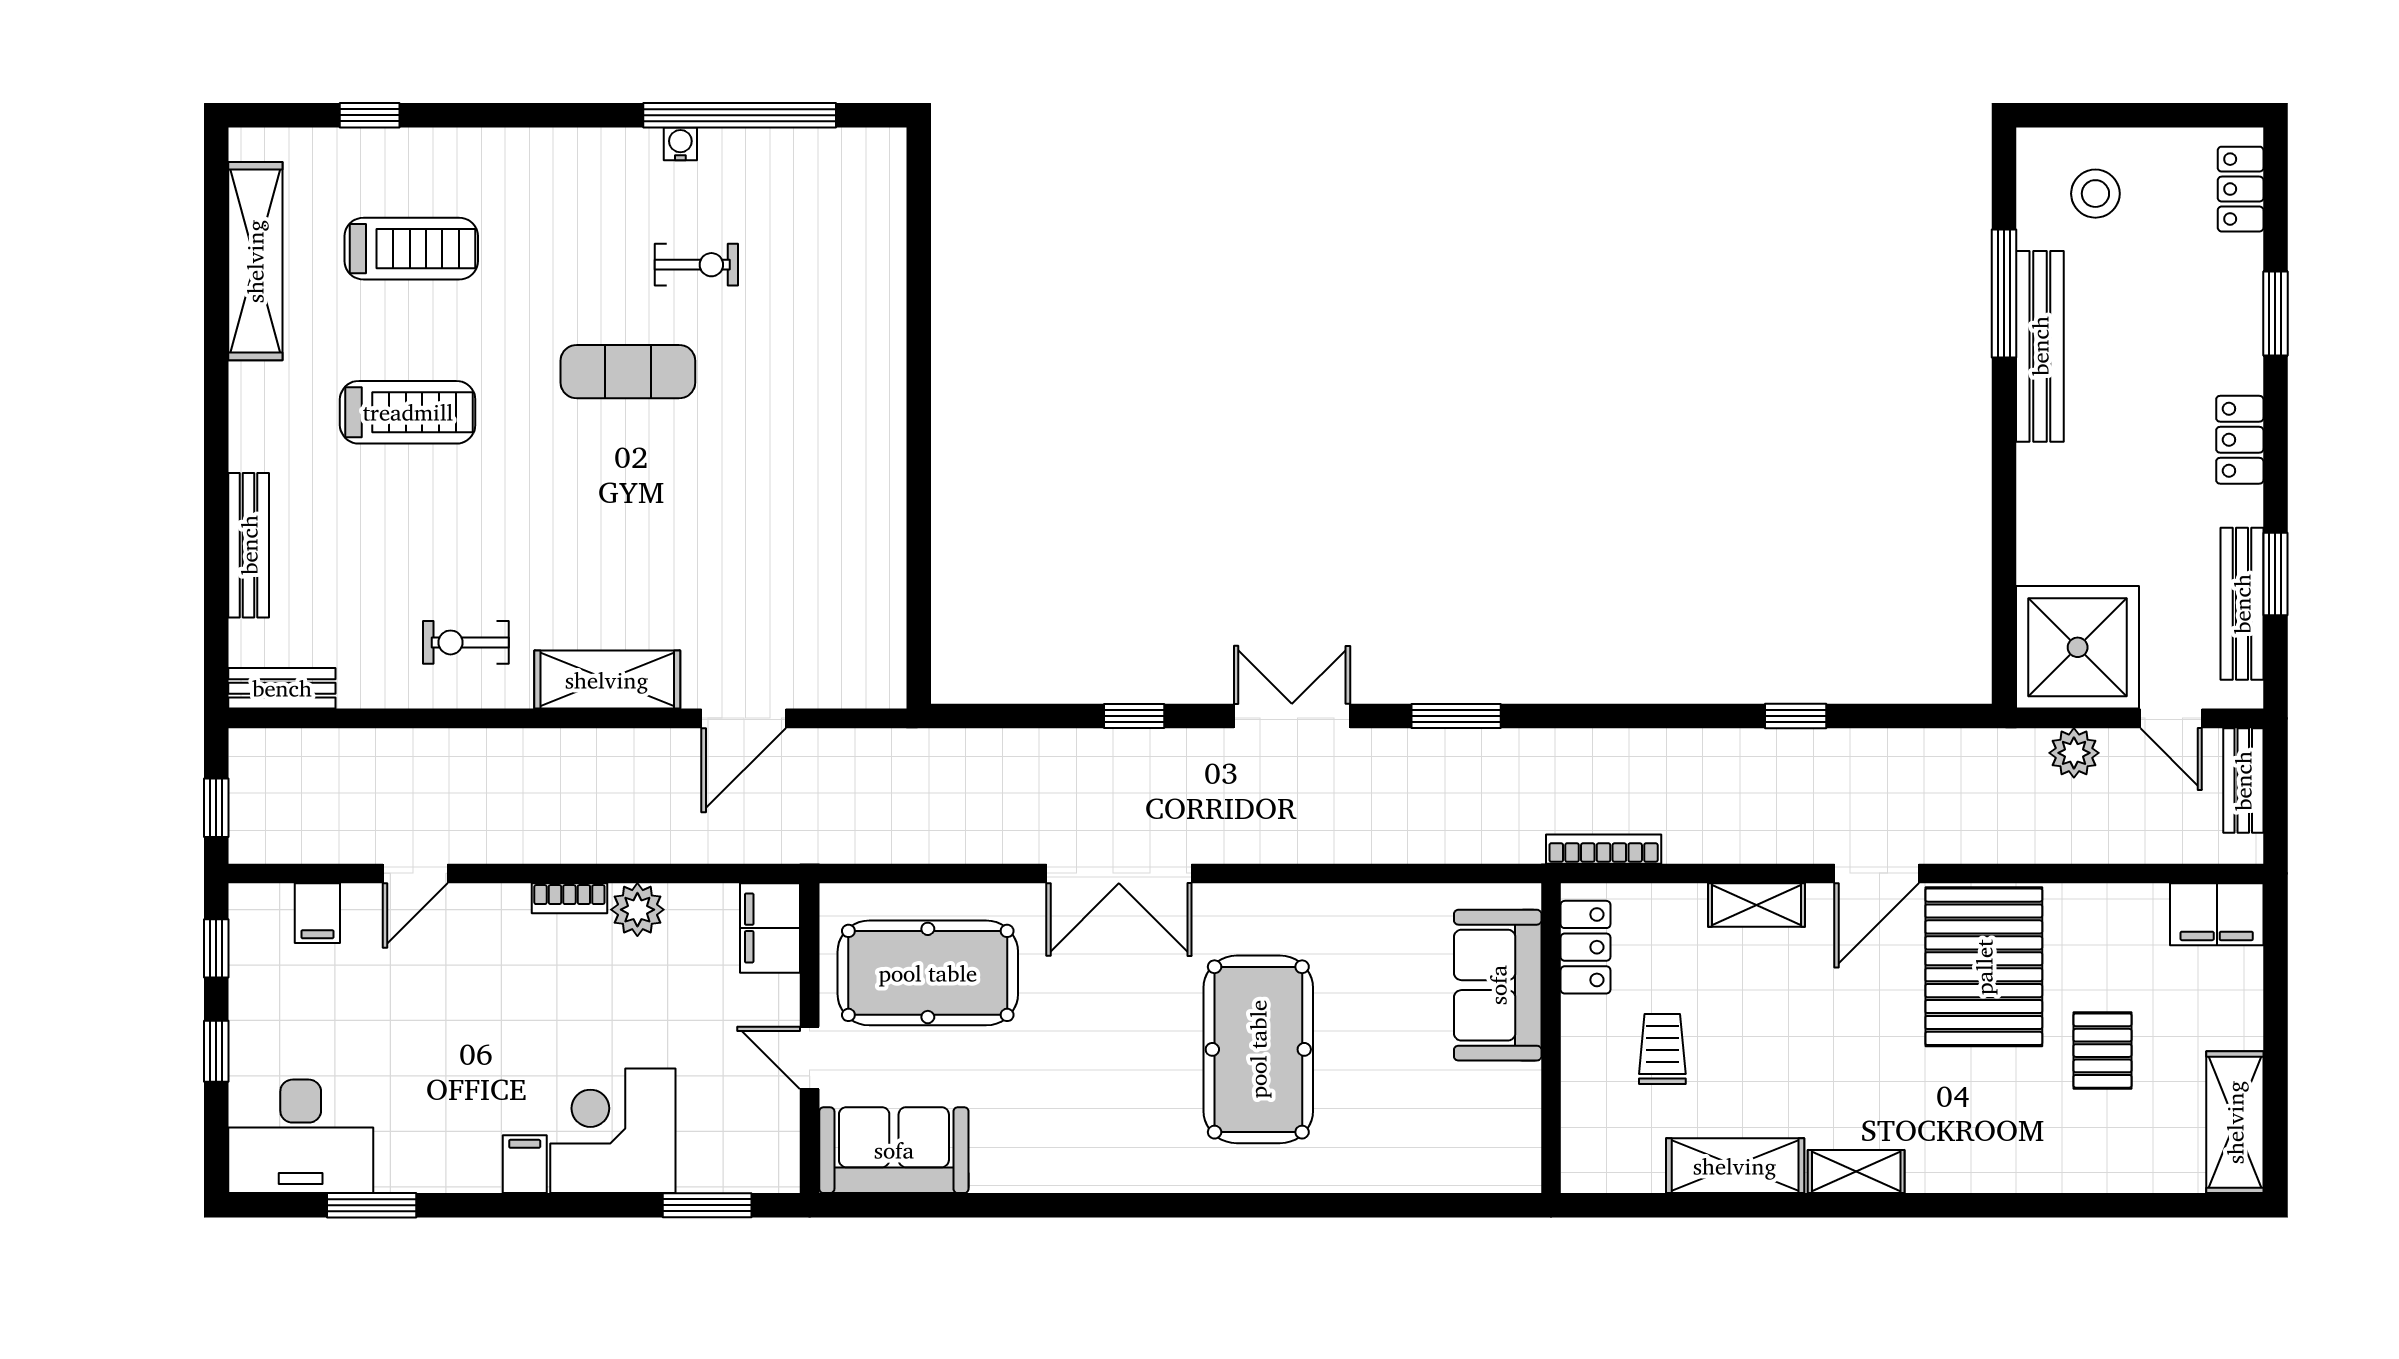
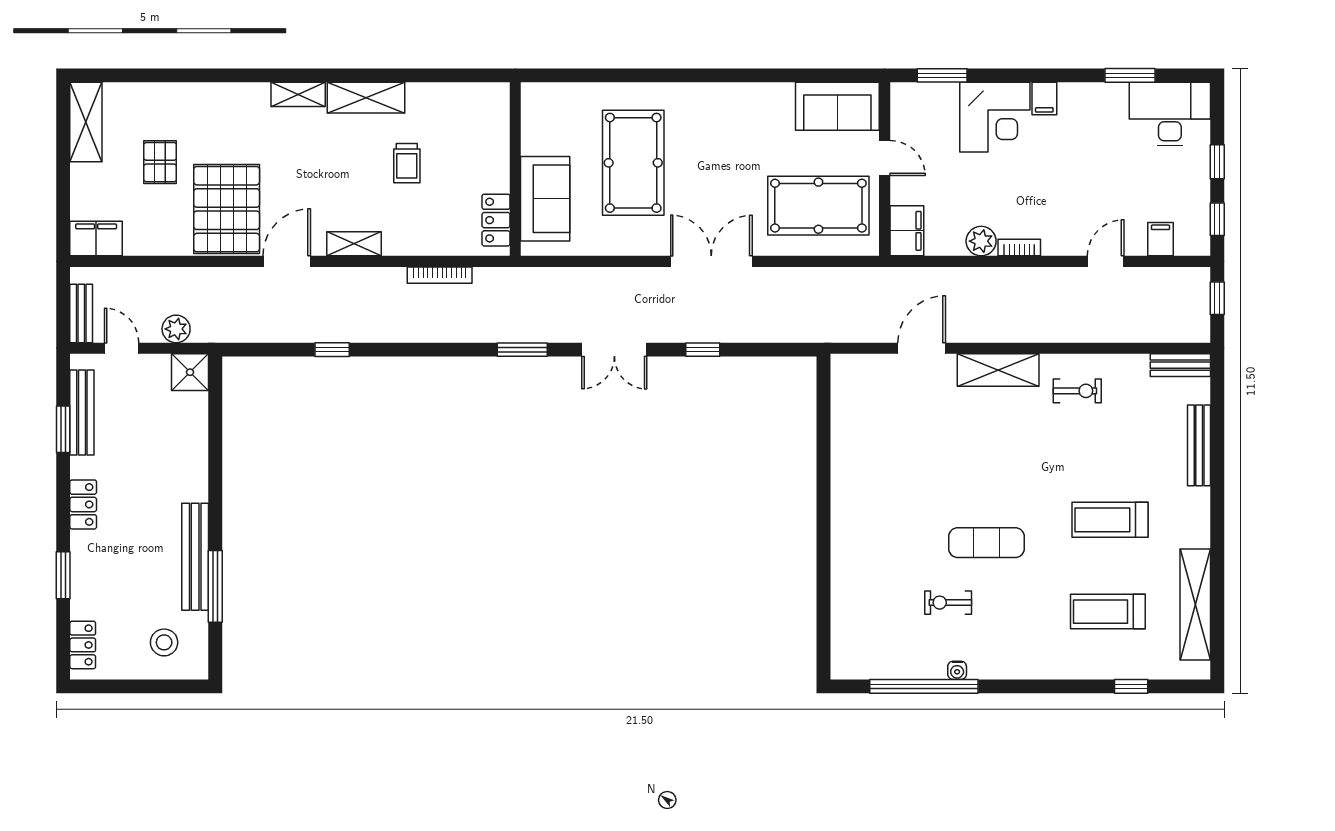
shower: (2078, 647) -> (190, 372), width x0.54, depth x0.54
locker: (1586, 947) -> (496, 220), moved
sofa: (1498, 985) -> (545, 199), moved
wall: (1551, 1038) -> (515, 169), moved

